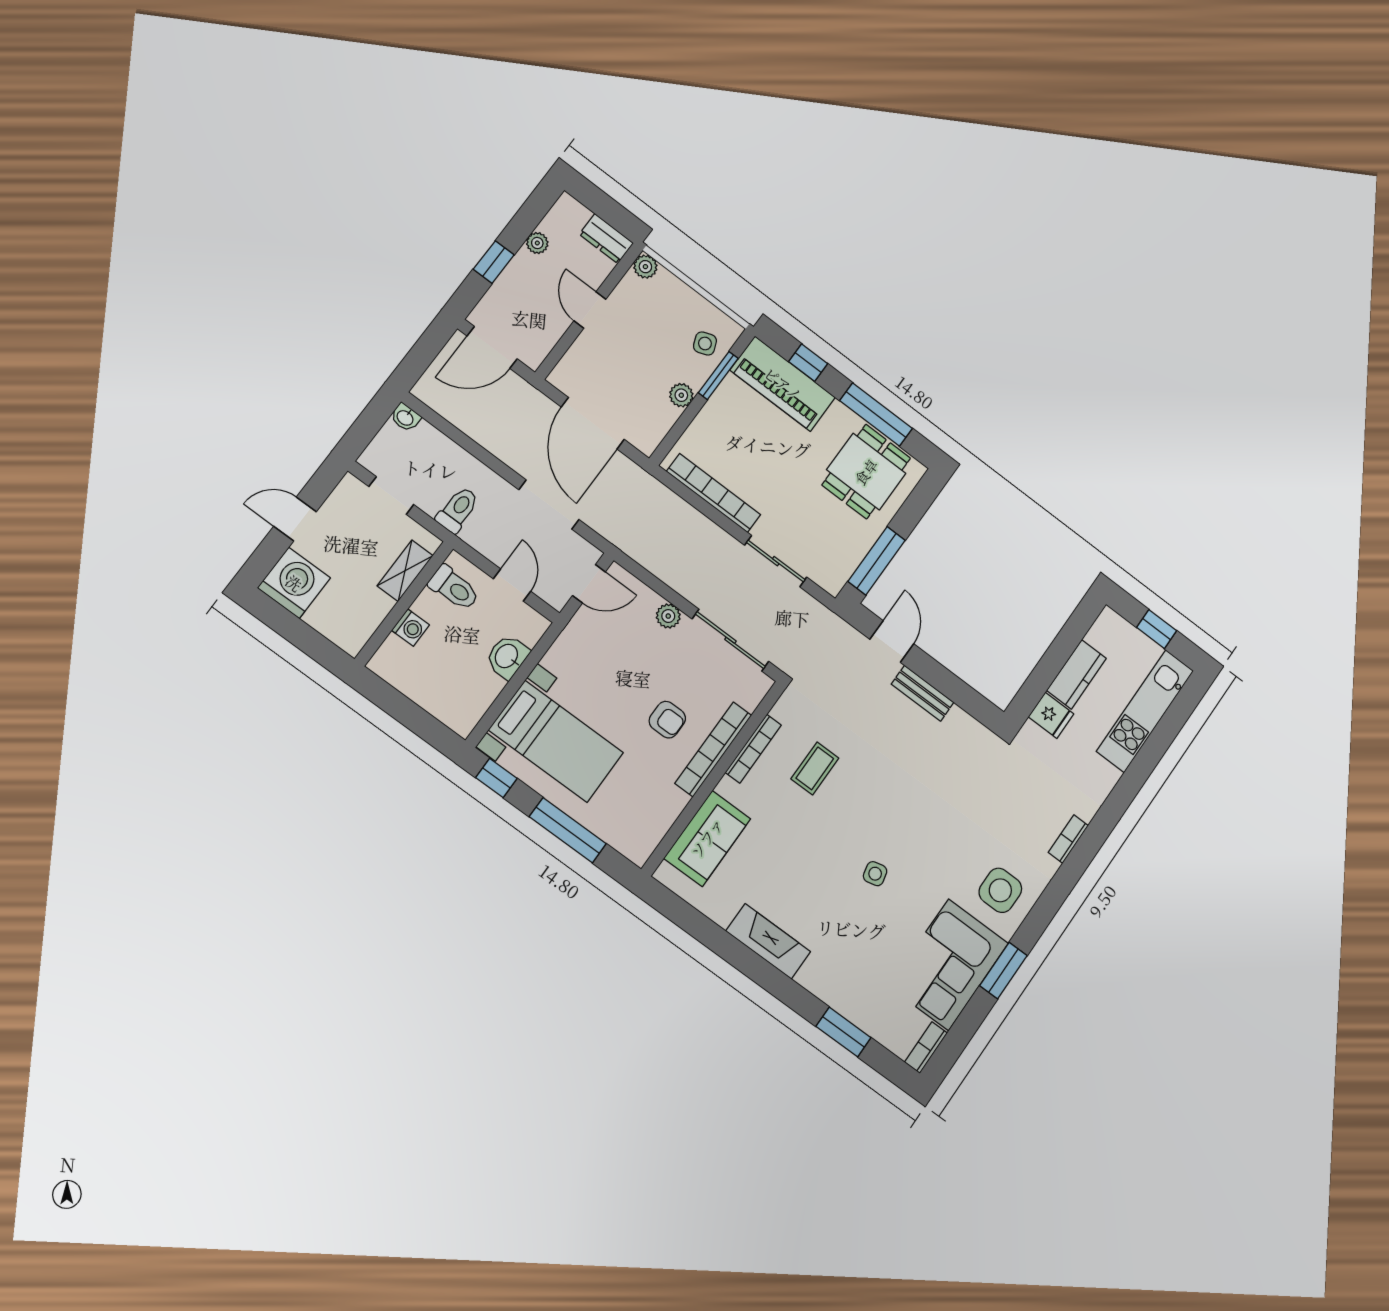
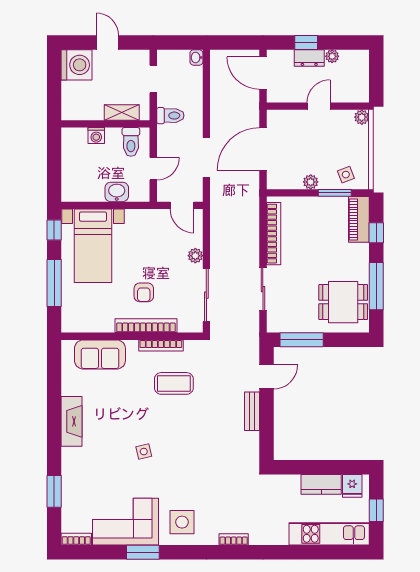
dresser: (606, 239) -> (309, 58), moved, turned -90
piano: (783, 384) -> (359, 219), width x0.73, depth x0.75
fridge: (1051, 715) -> (352, 486), moved
coffee table: (815, 768) -> (174, 383), width x1.36, depth x1.30

